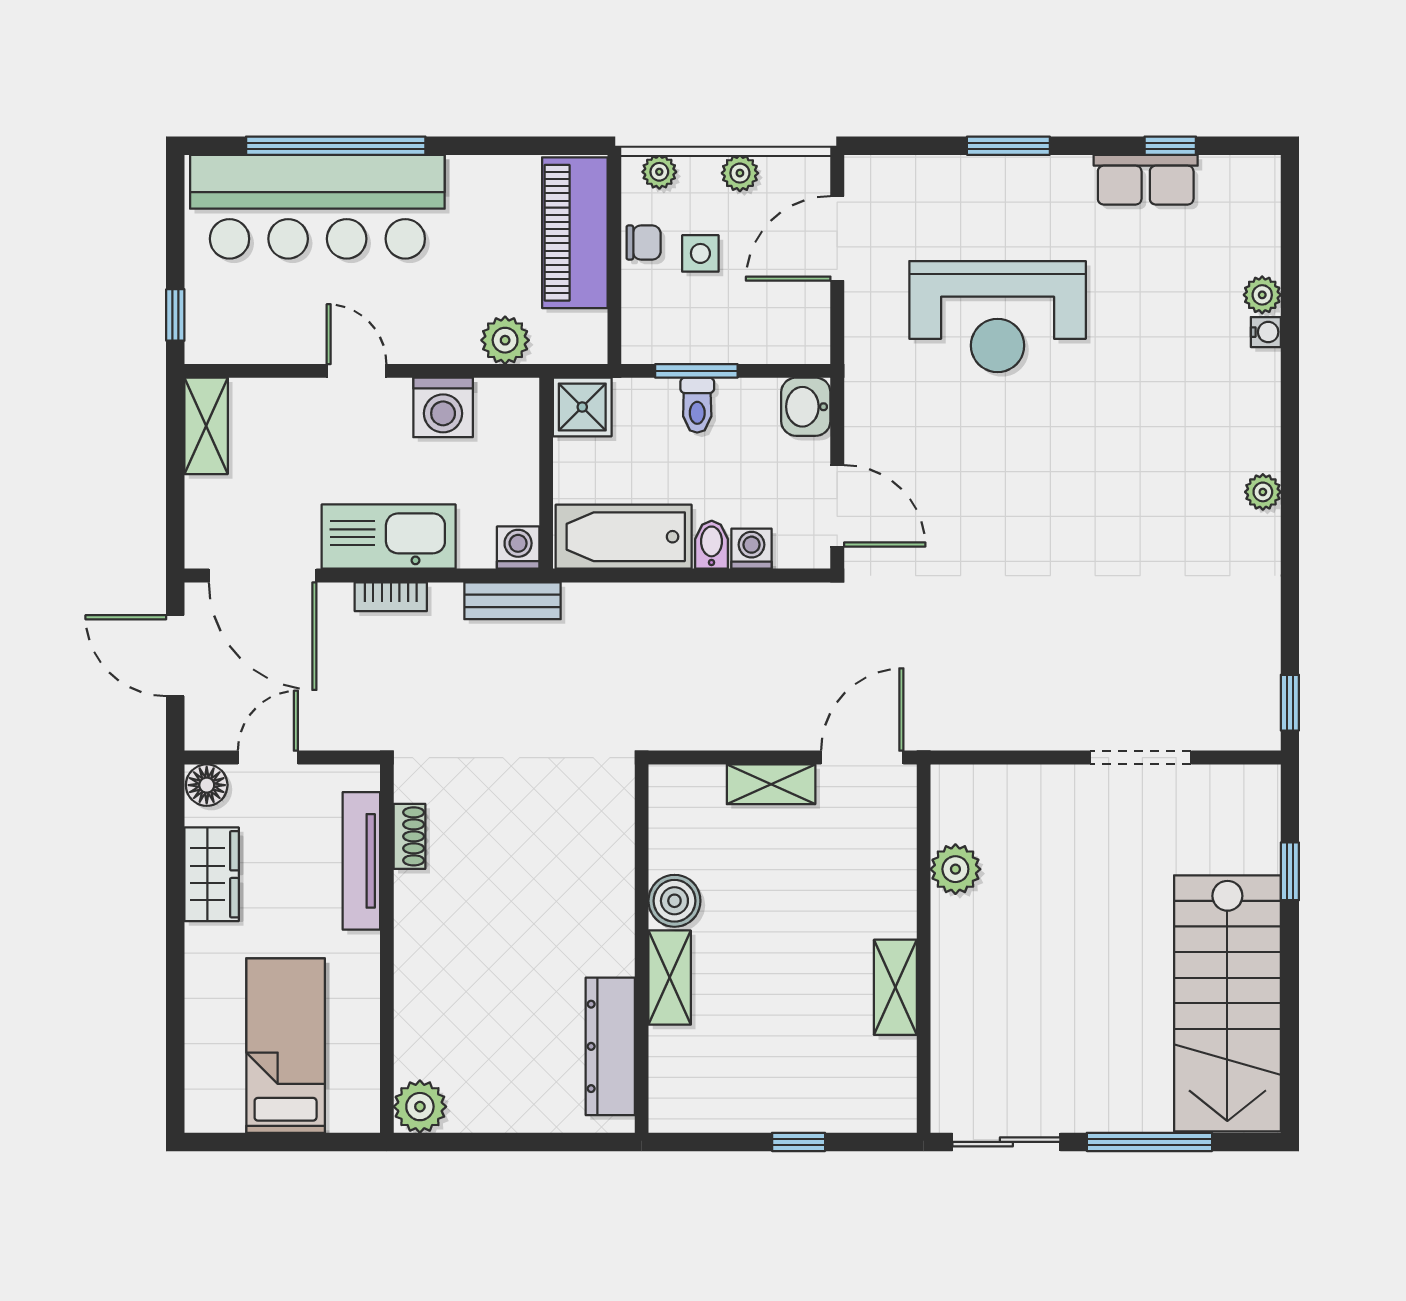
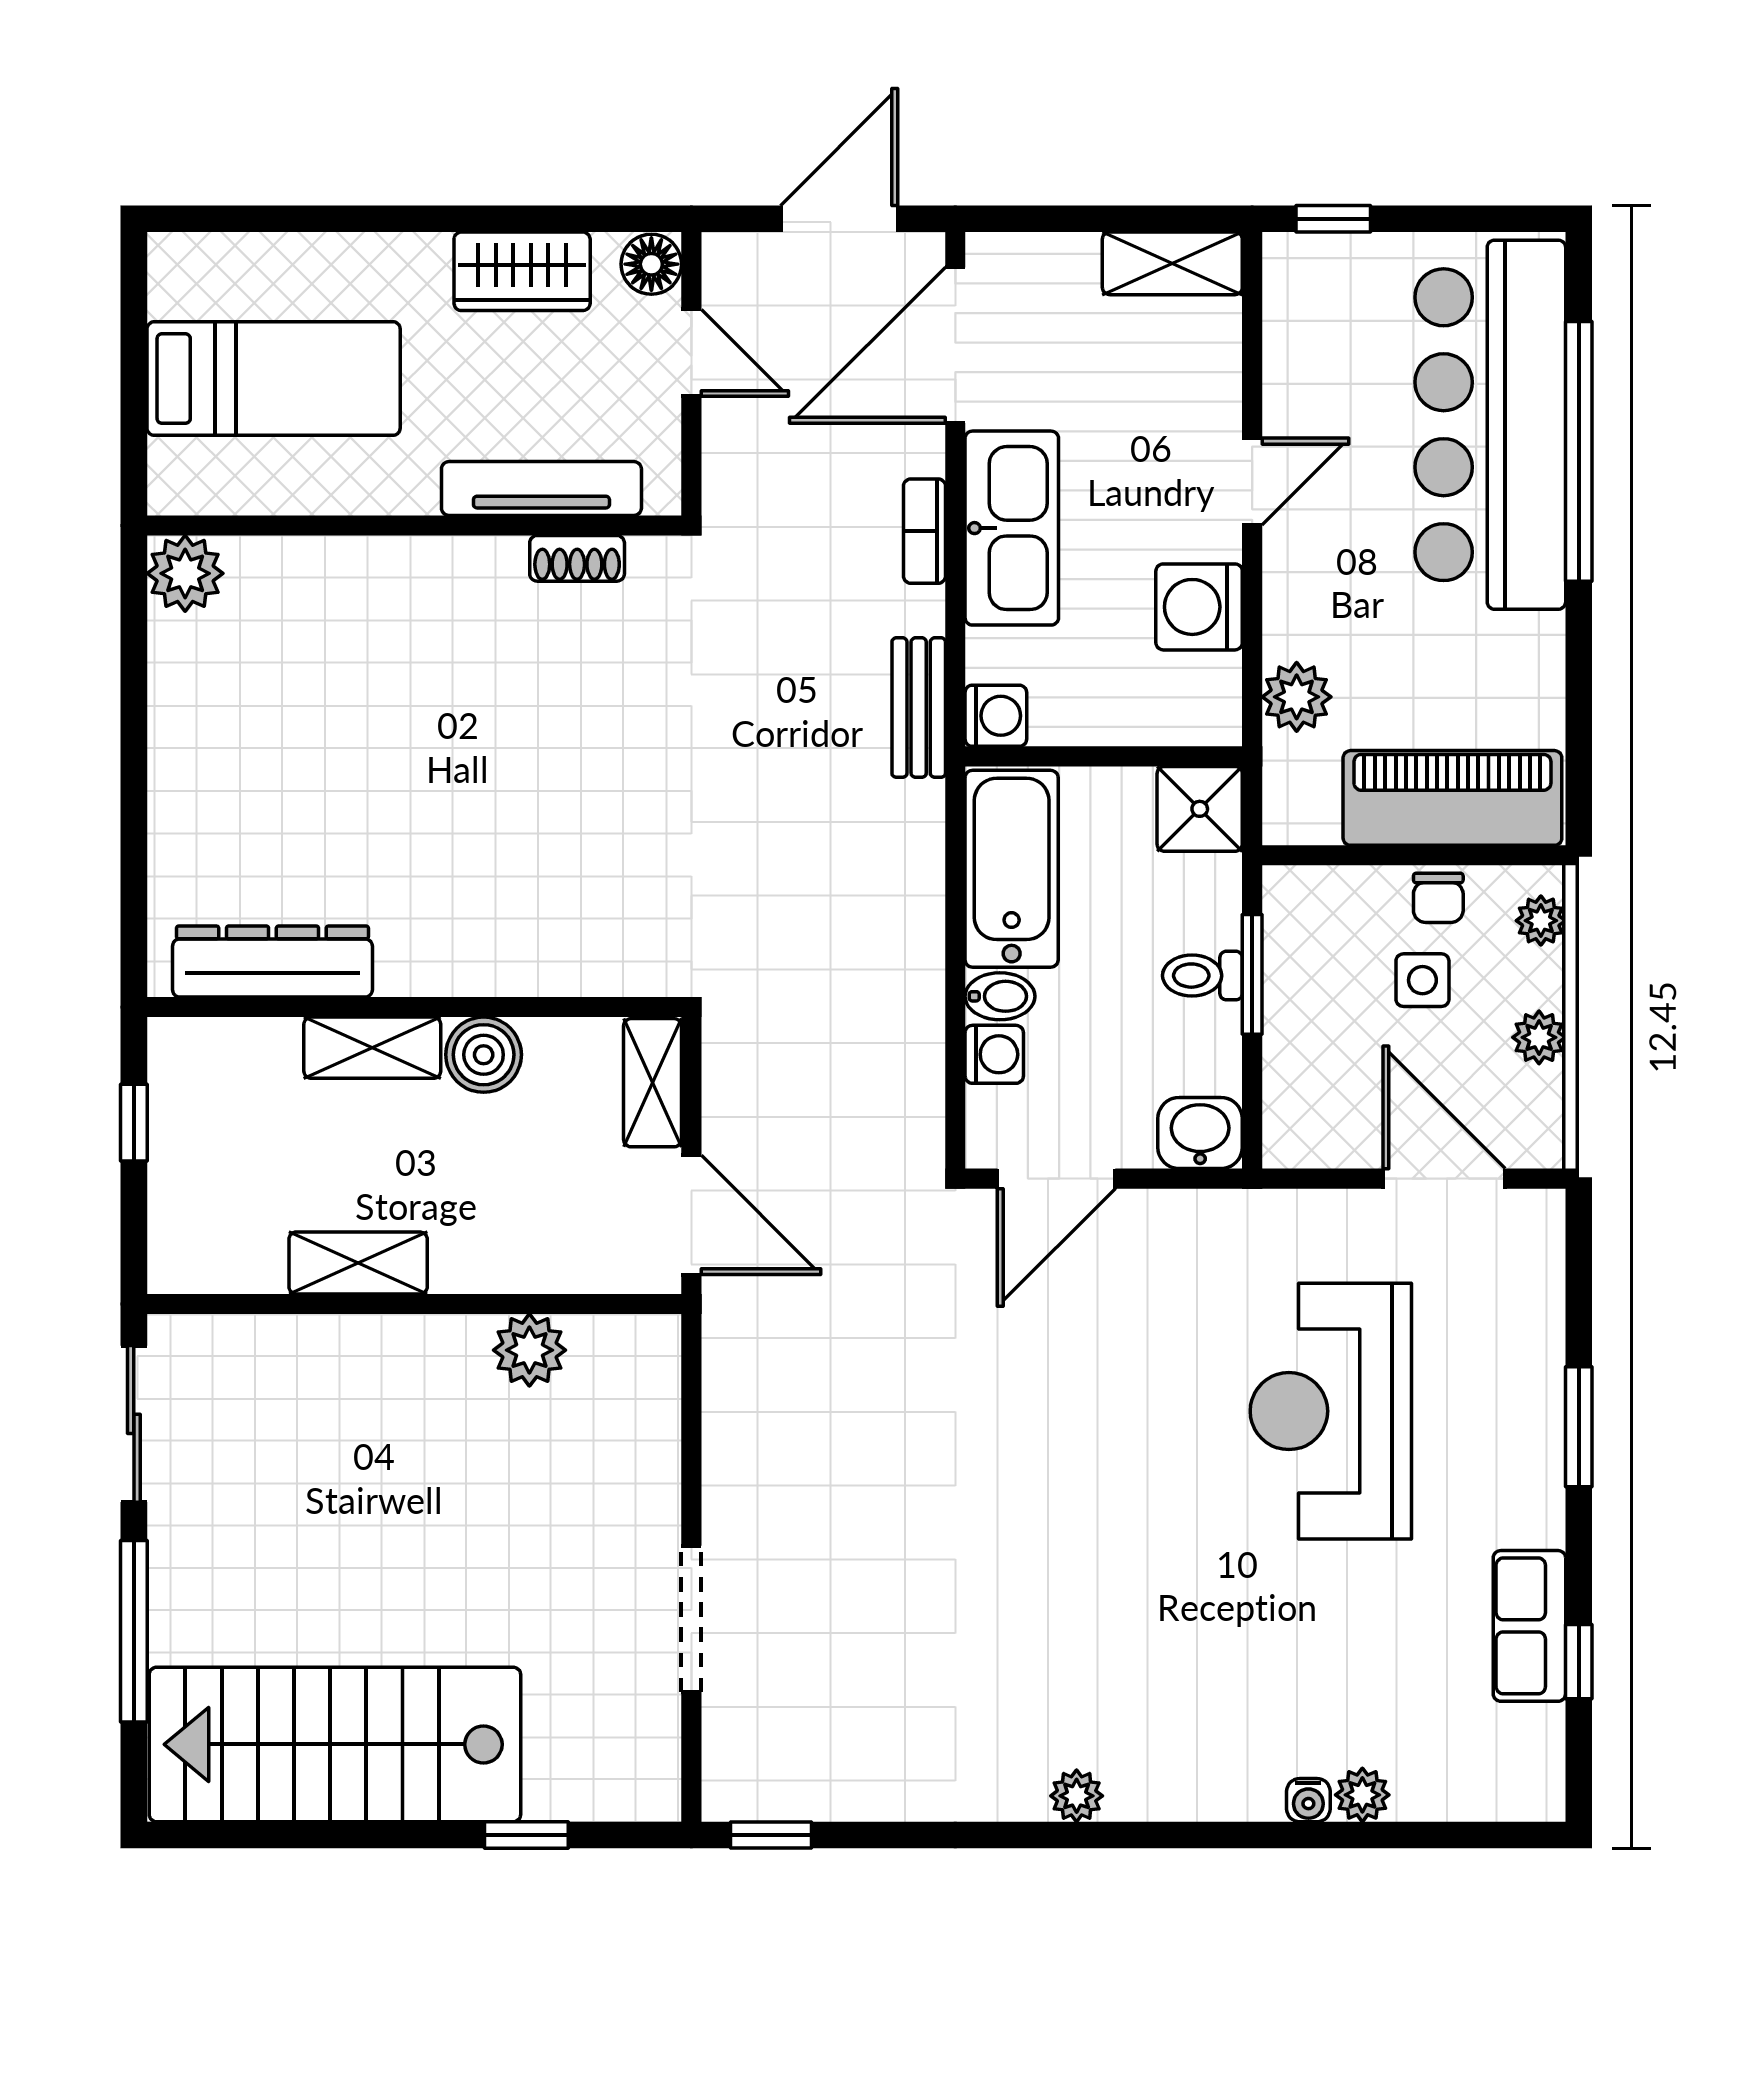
boiler: (674, 901) -> (484, 1055), moved
wall: (642, 949) -> (414, 1007), moved
shelving: (670, 978) -> (372, 1048), moved
dresser: (610, 1046) -> (272, 962), moved

